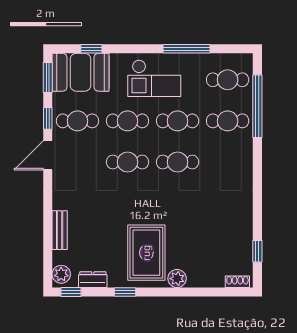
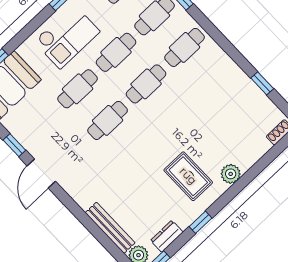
cafe table: (77, 121) -> (185, 47), moved
bench: (60, 230) -> (110, 228), width x1.36
window: (257, 251) -> (262, 83), moved
rug: (146, 253) -> (188, 176), width x0.73, depth x0.70

